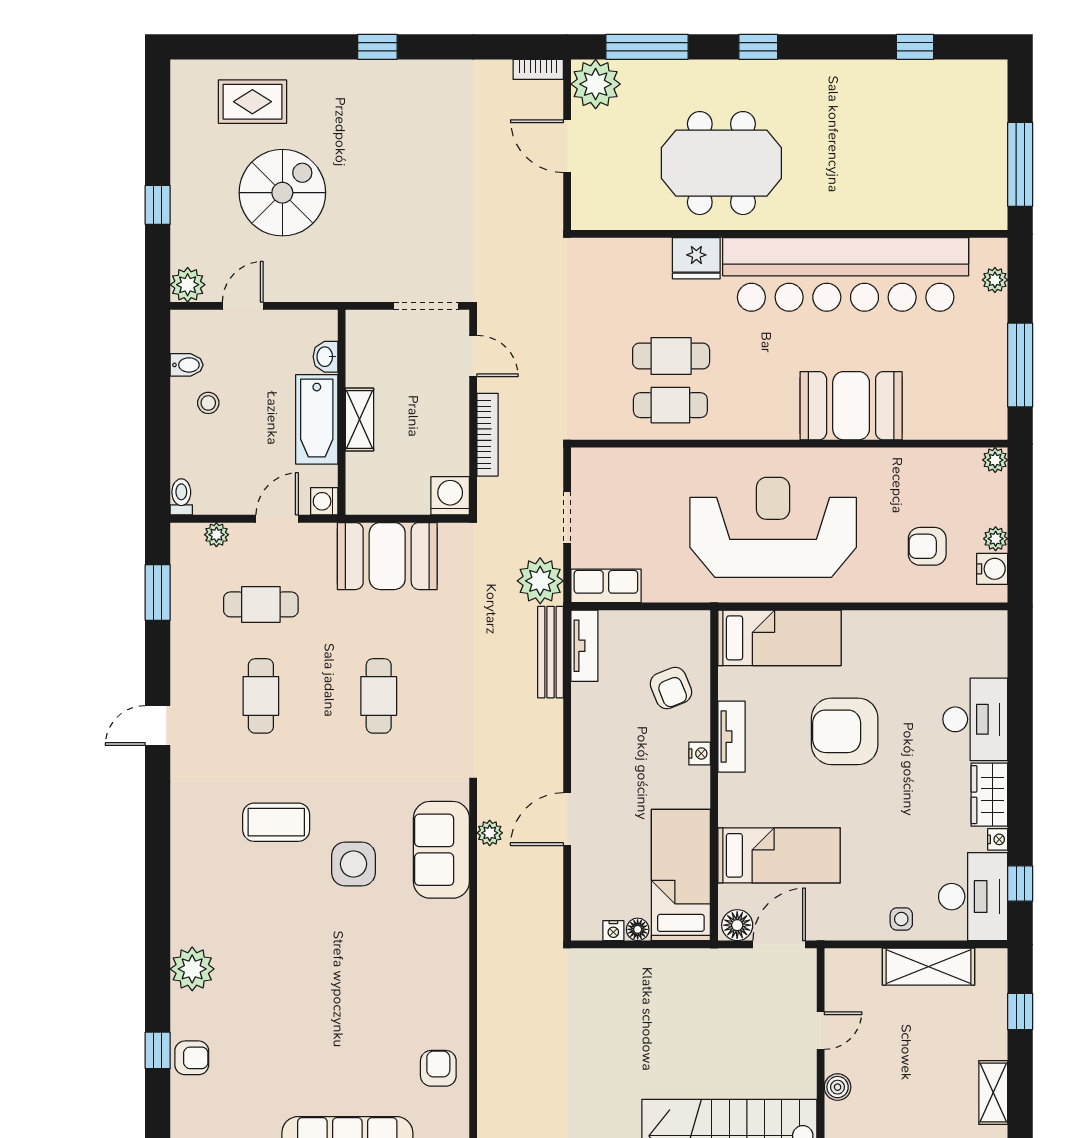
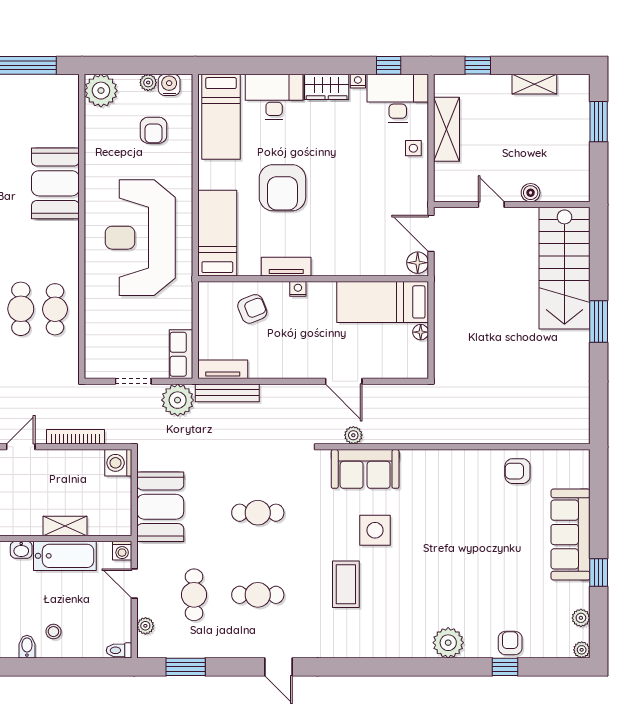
plant: (995, 460) -> (101, 91), width x1.87, depth x1.87
bed: (779, 855) -> (221, 117), moved, turned 180
nightstand: (613, 931) -> (421, 349), removed

